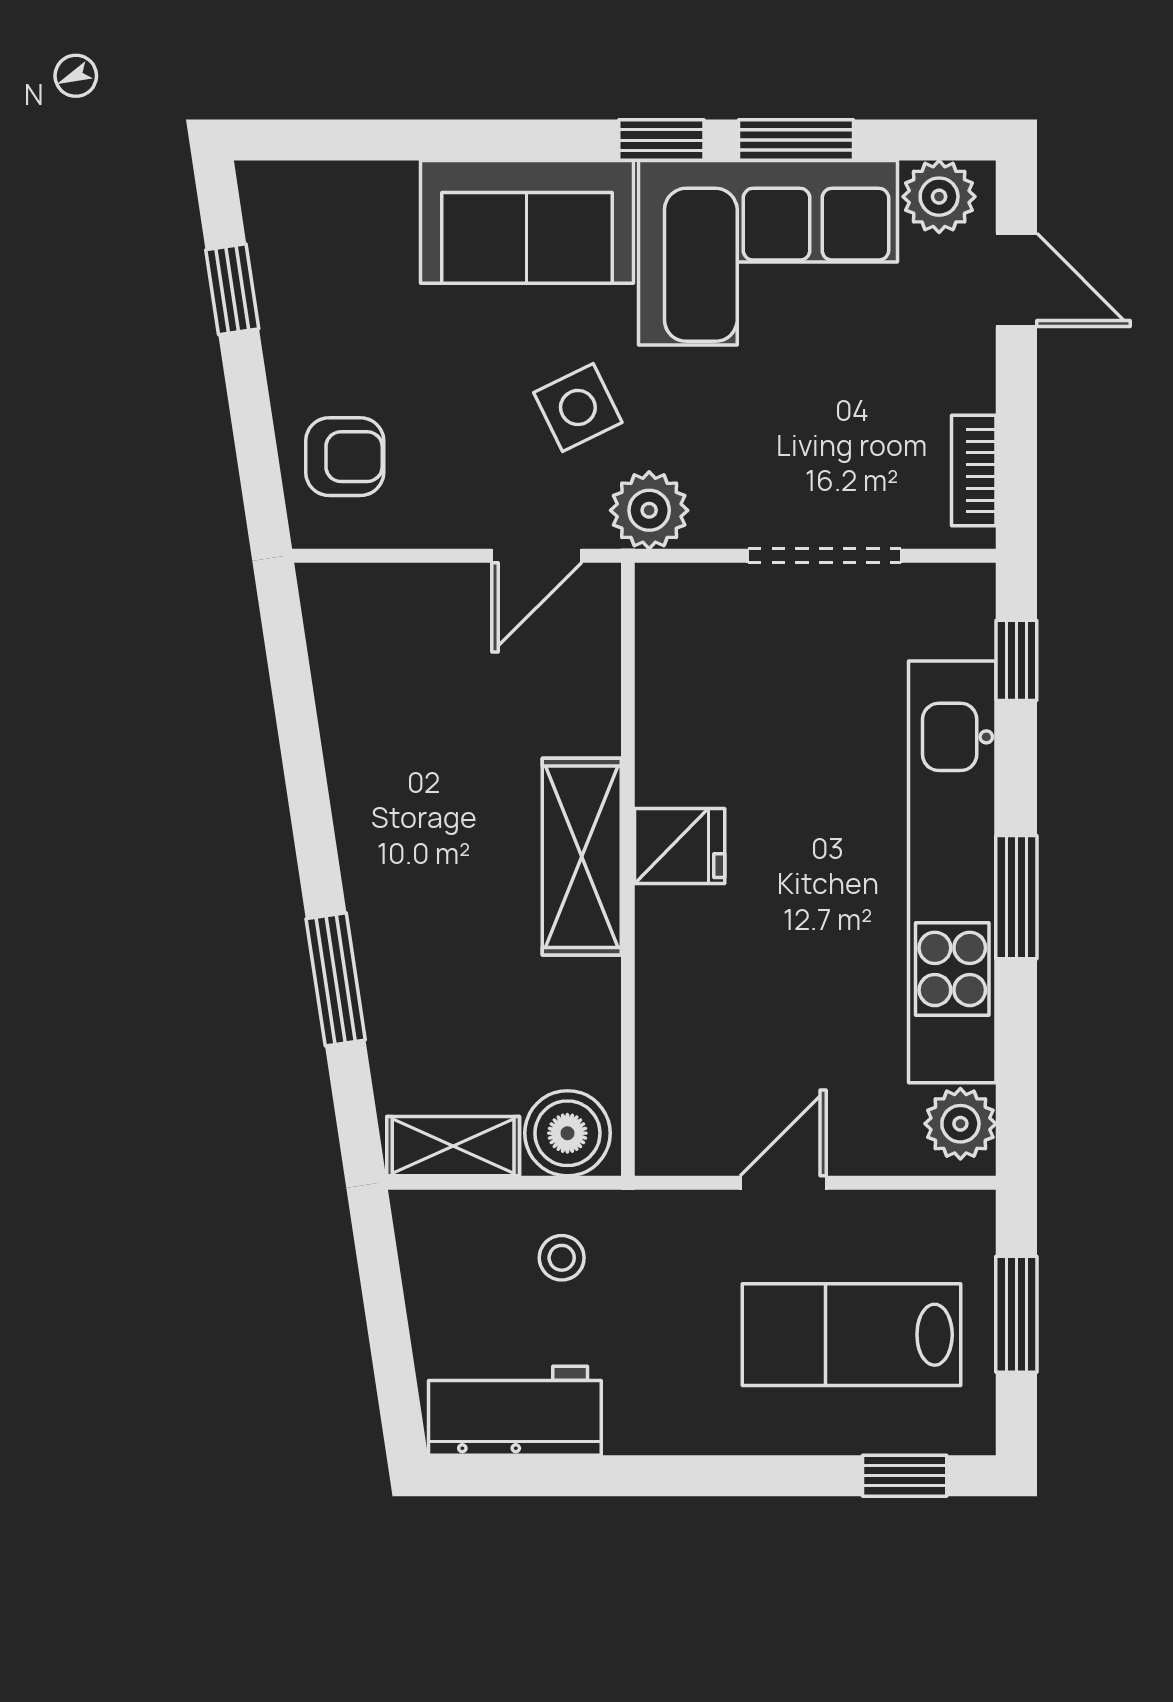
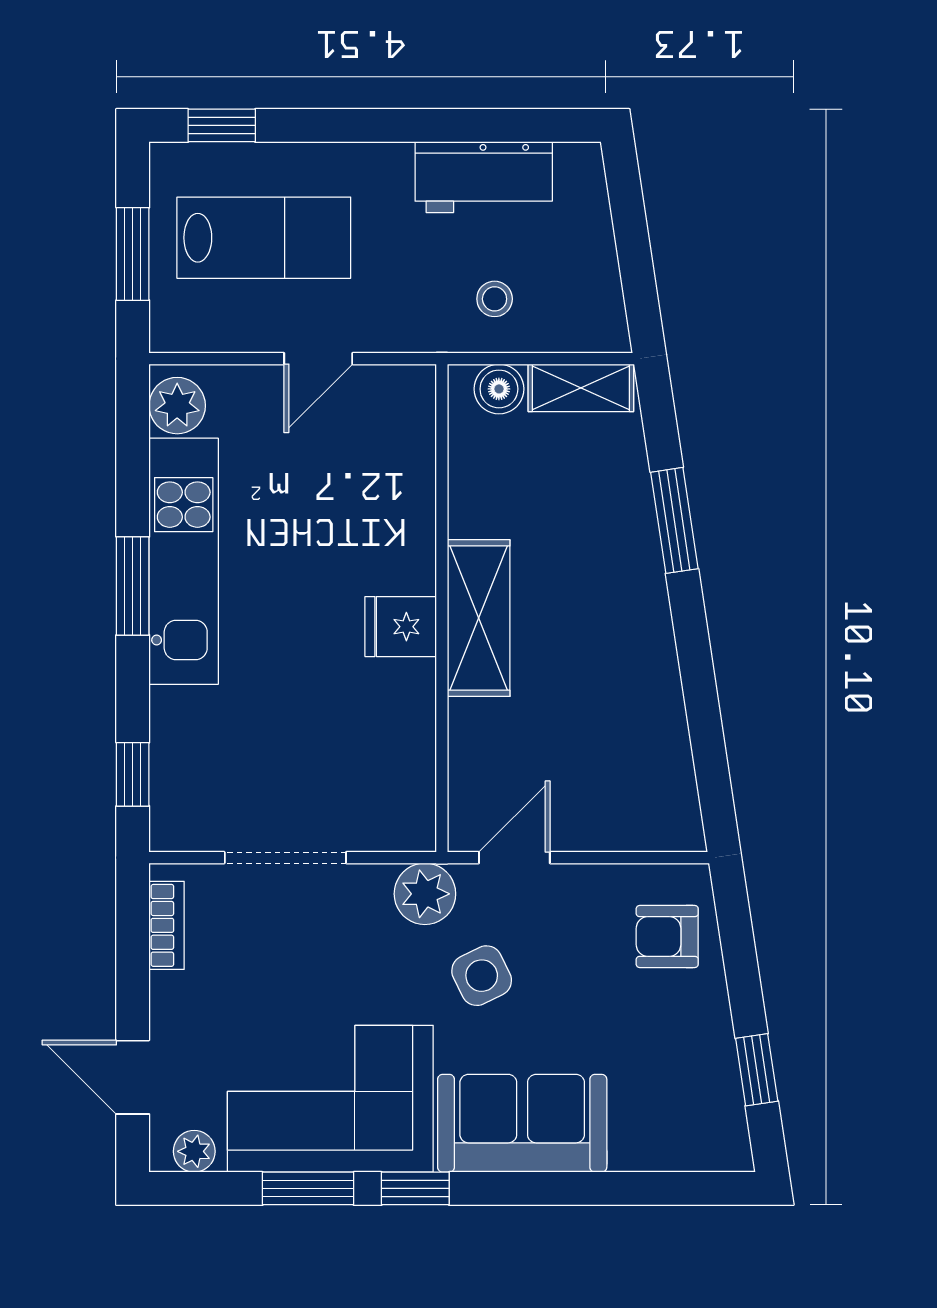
plant: (939, 197) -> (194, 1151), width x0.73, depth x0.73
kitchen unit: (952, 872) -> (184, 561), width x0.73
boiler: (567, 1133) -> (499, 389), width x0.73, depth x0.73
workbench: (515, 1411) -> (484, 177), moved

